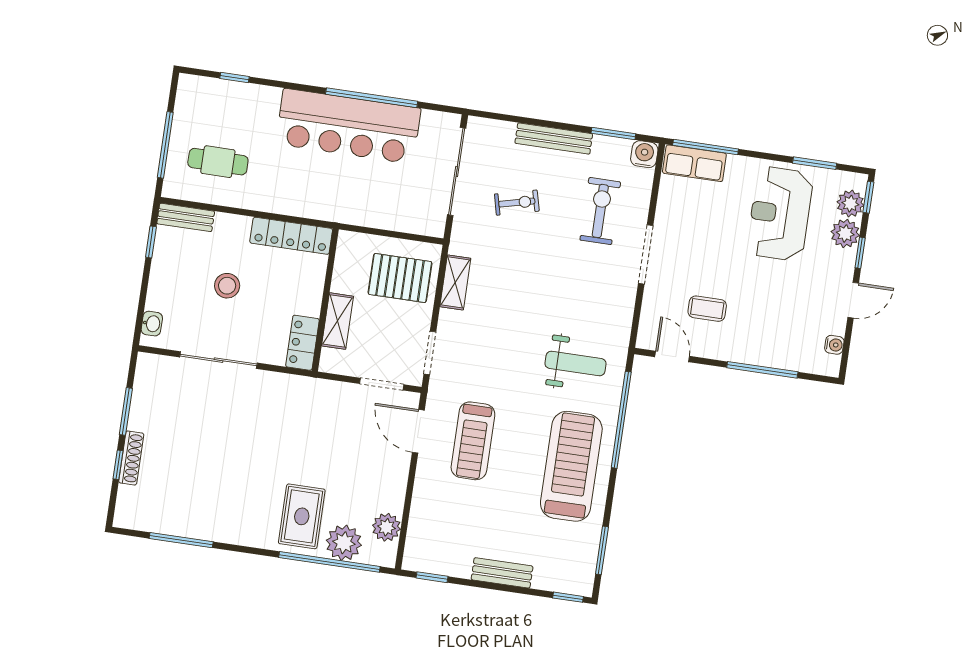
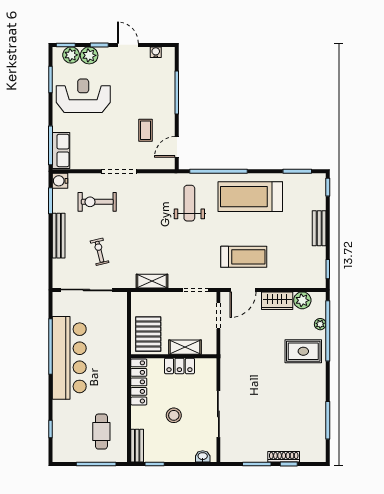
reception desk: (780, 214) -> (83, 96), turned 180
pallet: (400, 278) -> (148, 334), moved
locker: (302, 343) -> (179, 366), moved
wardrobe: (392, 485) -> (277, 301), added
plant: (344, 543) -> (320, 324), width x0.53, depth x0.53

